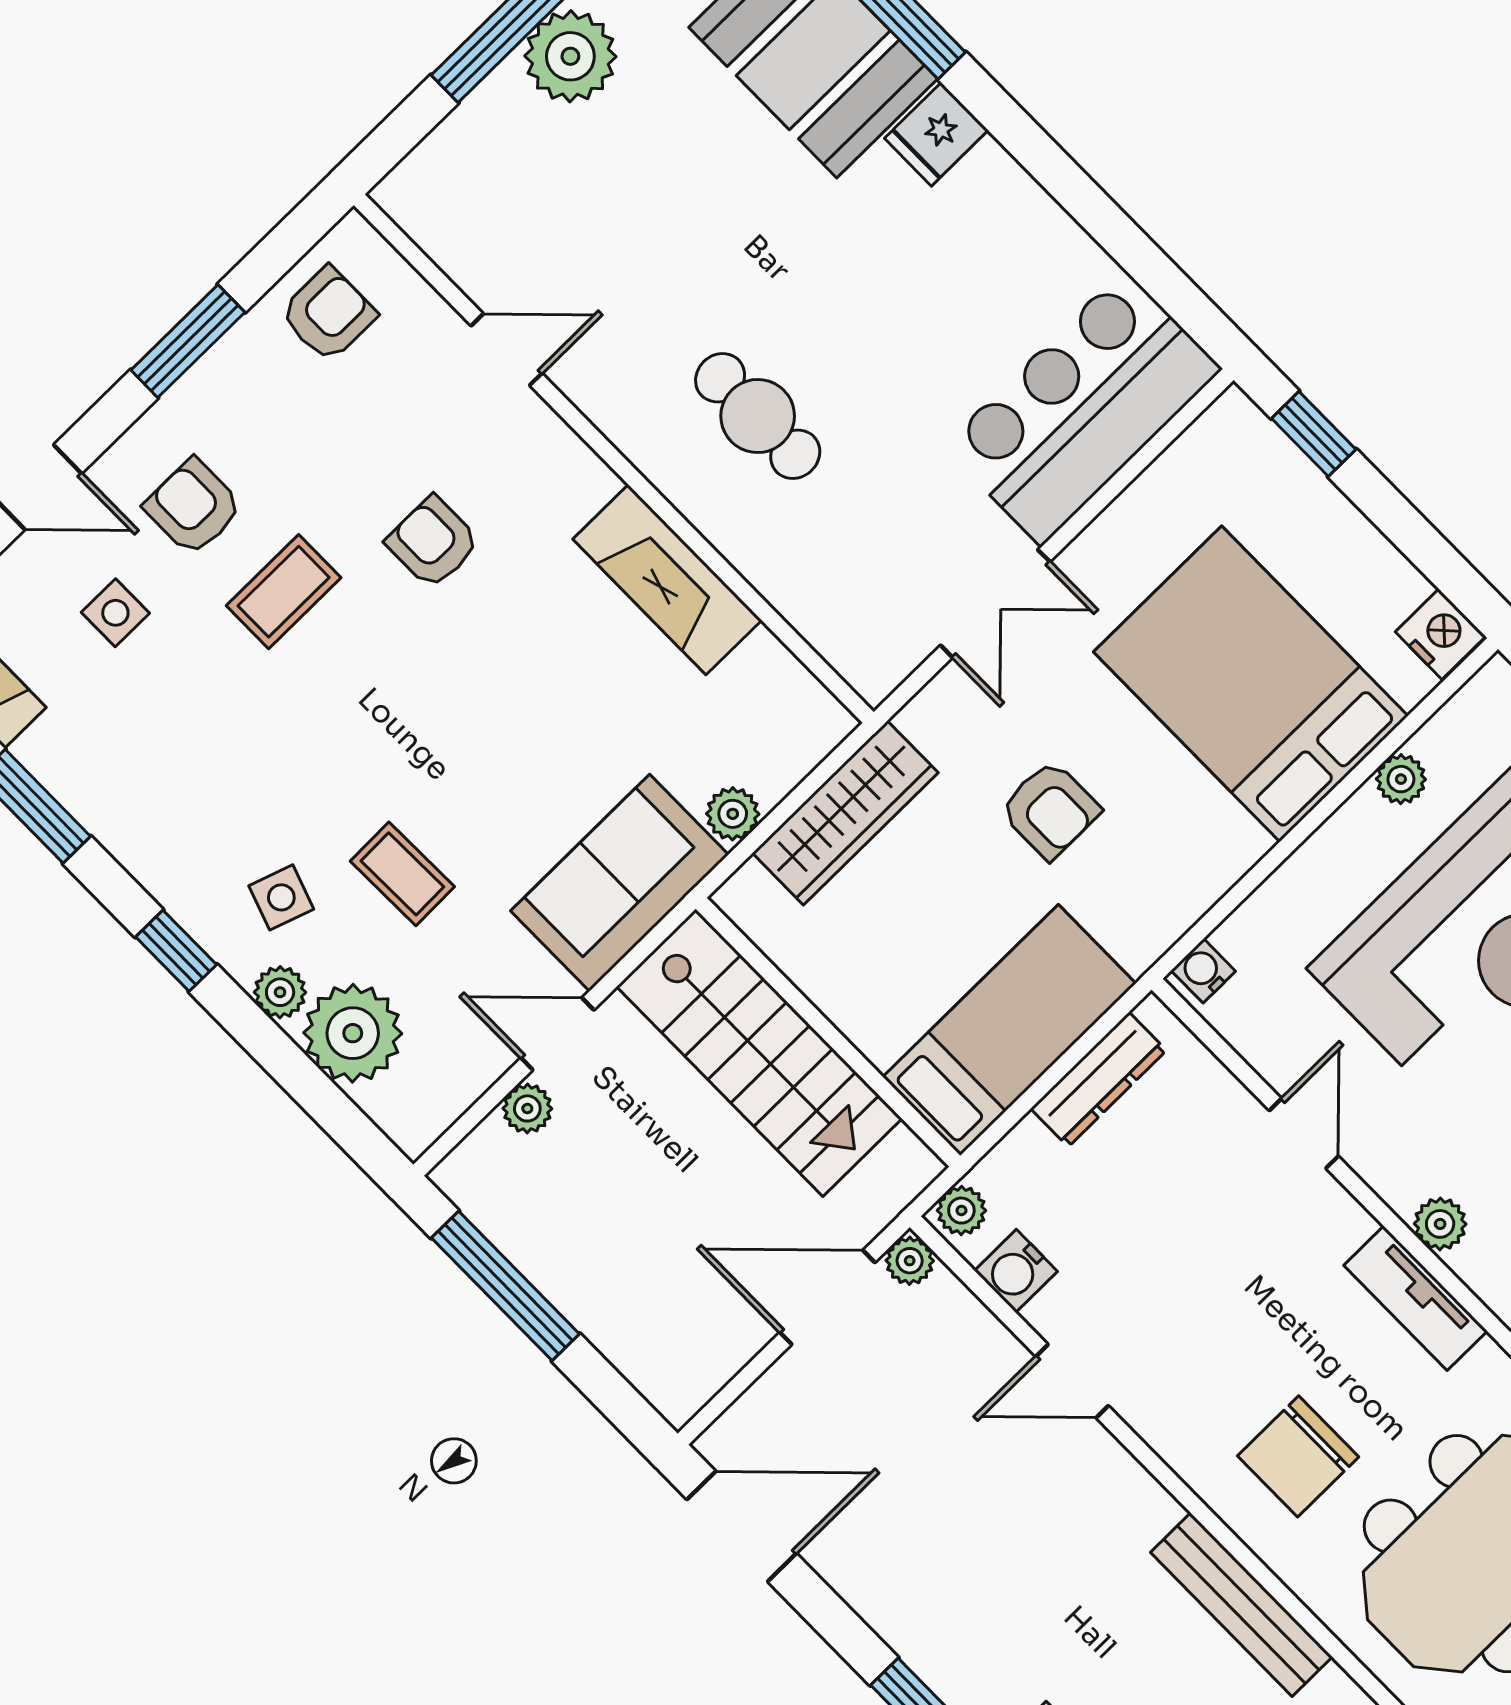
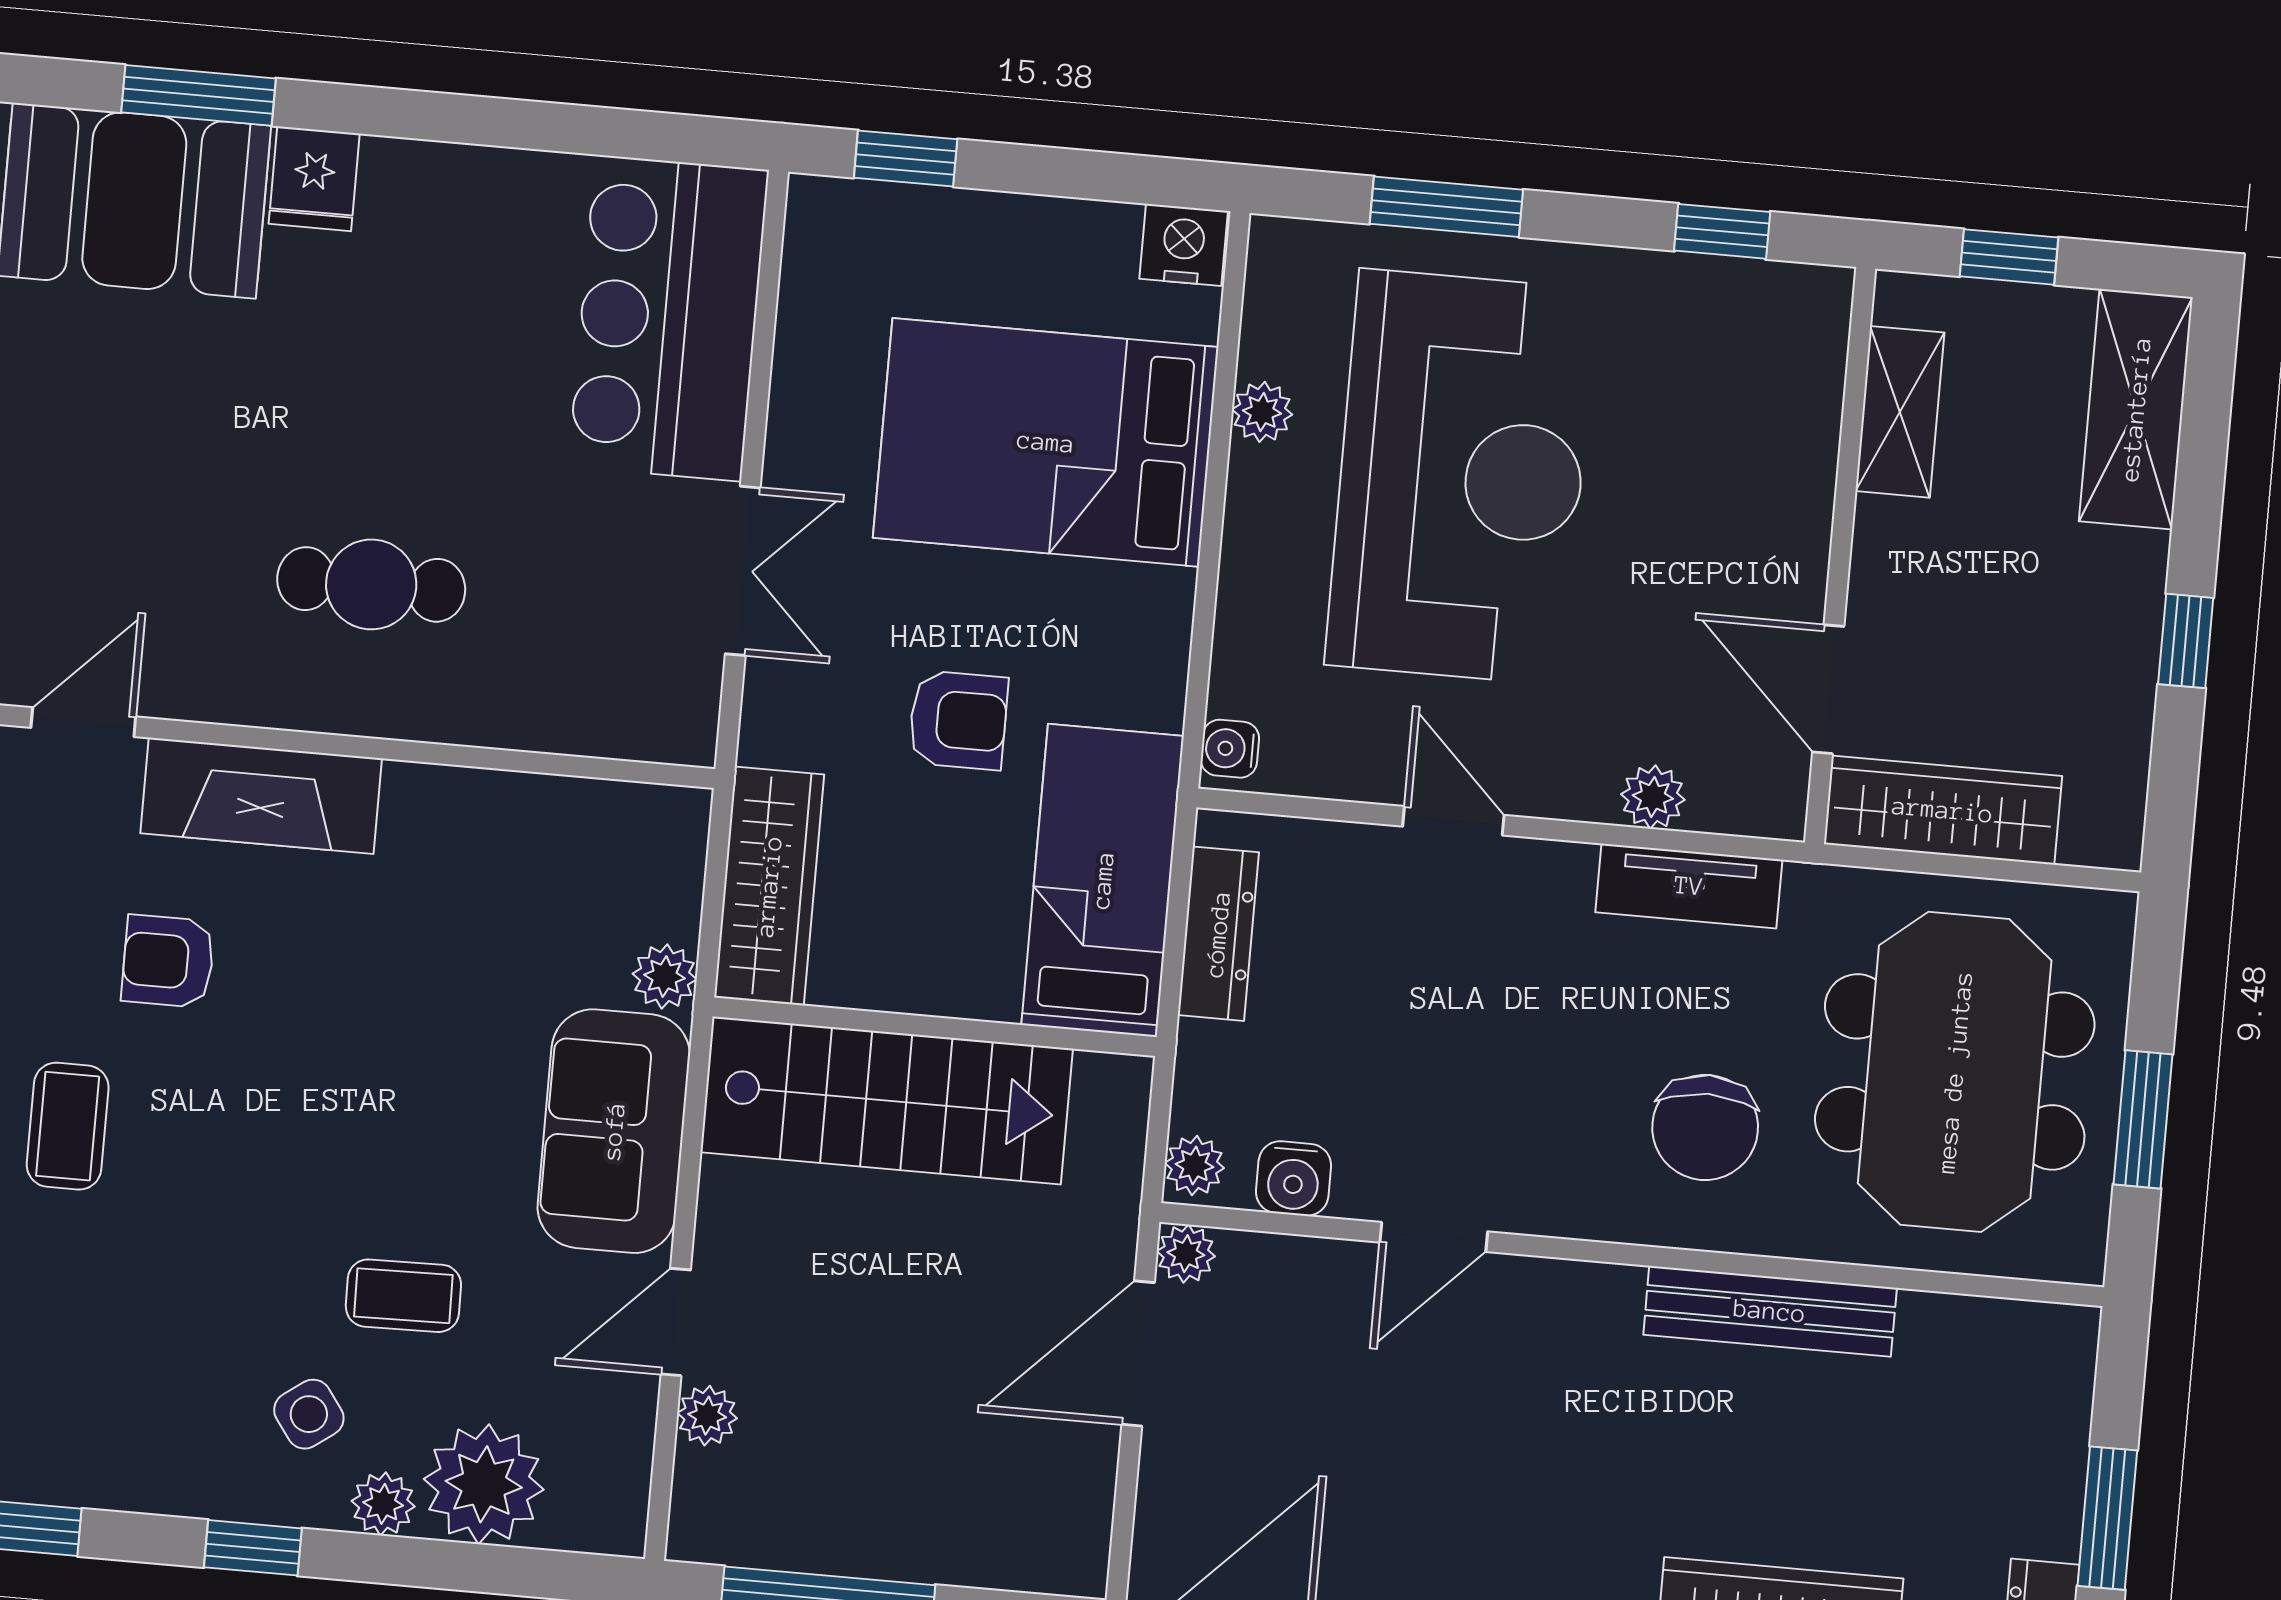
fireplace: (667, 580) -> (261, 796), moved
side table: (281, 897) -> (309, 1414), turned 35
bed: (1009, 1030) -> (1103, 880), moved
wall: (828, 1032) -> (935, 1027), moved
stairs: (759, 1053) -> (887, 1100), moved

